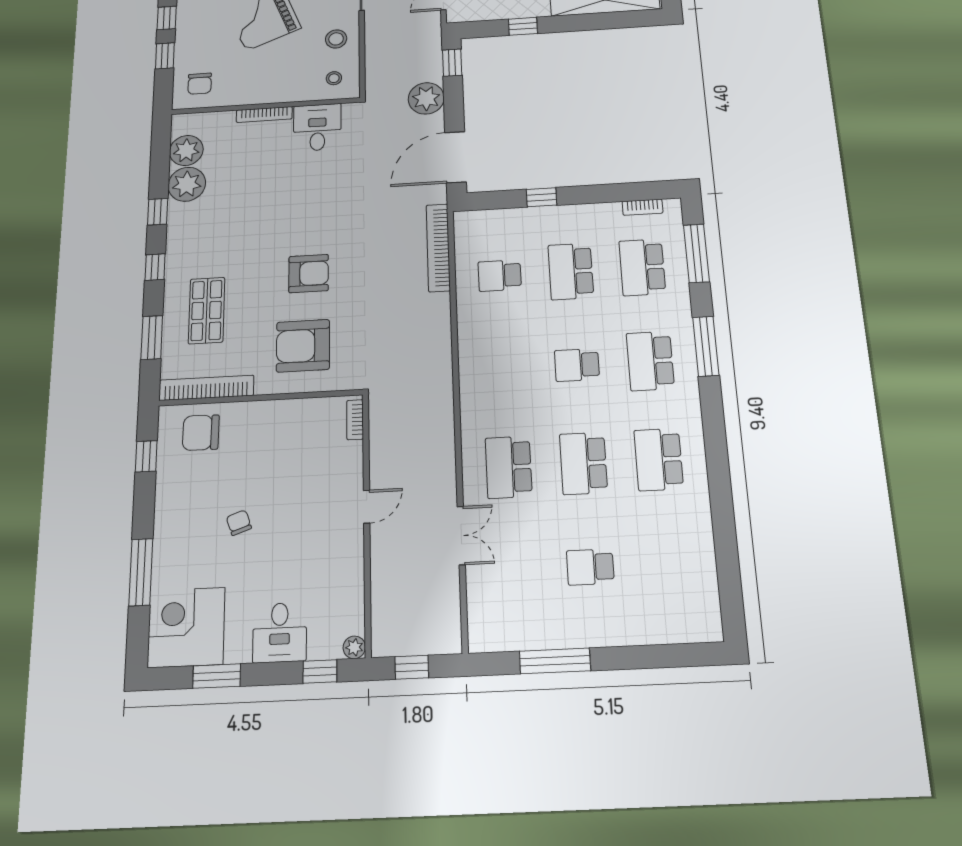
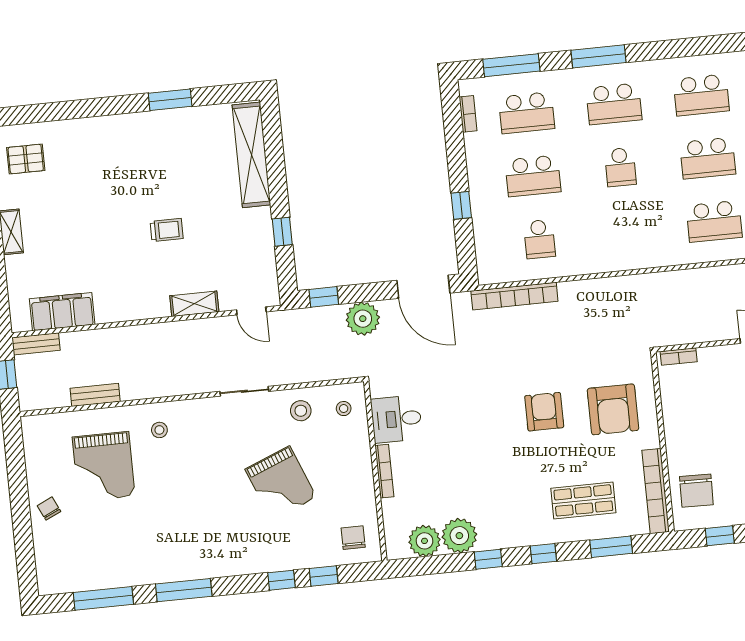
chair: (200, 84) -> (353, 538), turned -90

